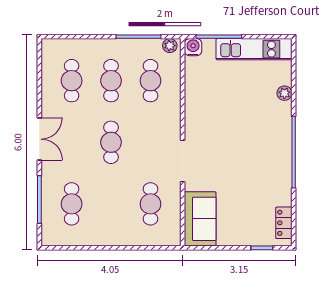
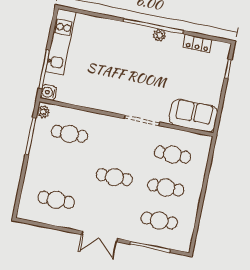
cafe table: (111, 81) -> (166, 188), moved
plant: (284, 93) -> (159, 35), moved
double door: (39, 139) -> (99, 236), swing flipped
locker: (284, 223) -> (198, 44), moved

